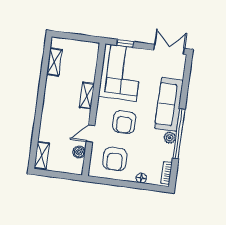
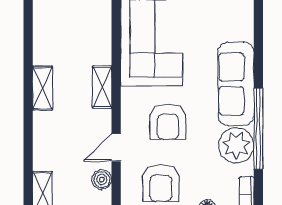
shelving: (54, 62) -> (43, 88), moved
plant: (170, 138) -> (236, 145), width x1.88, depth x1.88

